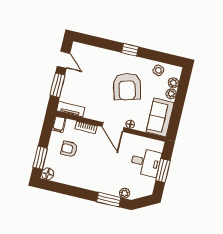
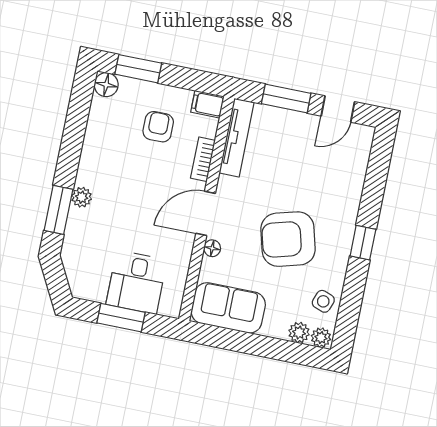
plant: (171, 94) -> (321, 338), moved
tv unit: (71, 109) -> (237, 138), width x1.41
plant: (125, 193) -> (82, 197), moved

